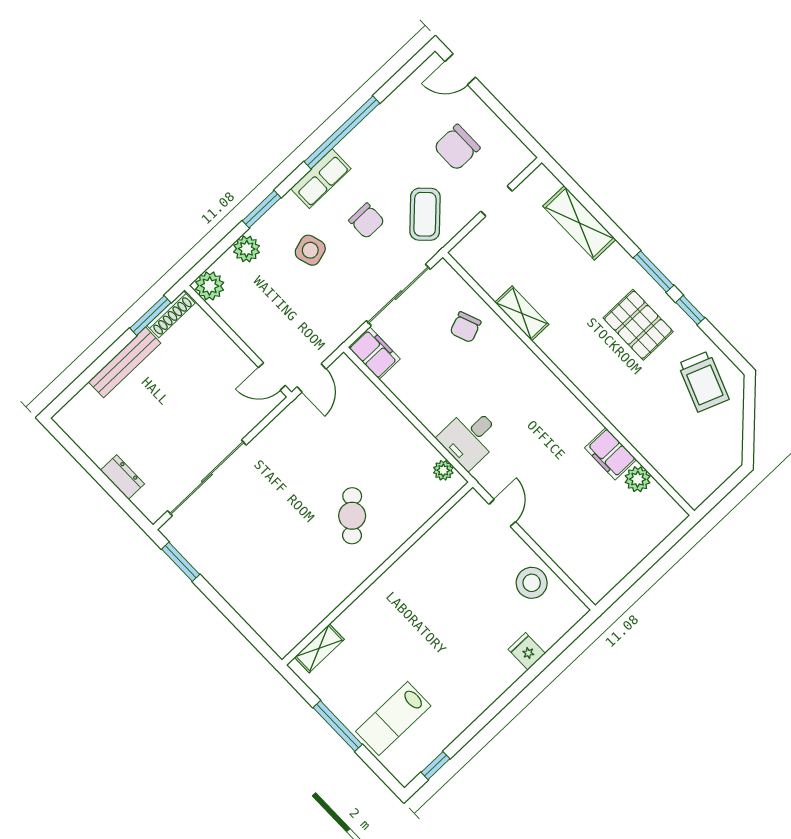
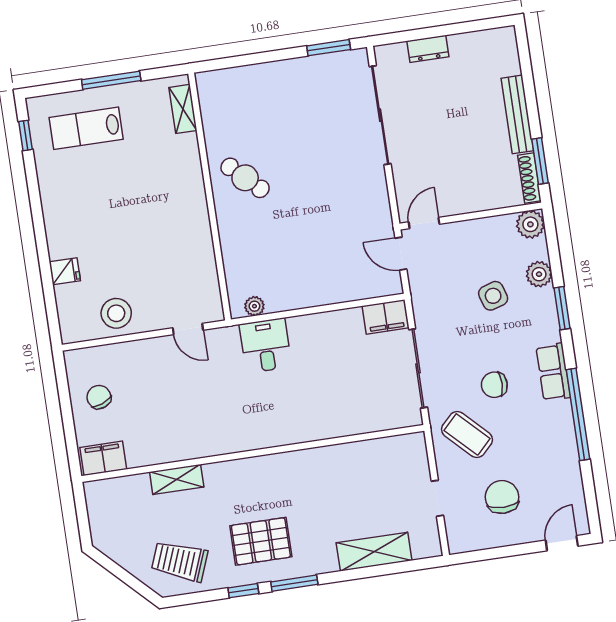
side table: (310, 250) -> (493, 296), moved
shelving: (522, 313) -> (177, 479), moved
chair: (466, 327) -> (99, 397), moved
filing cabinet: (611, 454) -> (103, 458), moved
plant: (638, 479) -> (139, 455), removed
cafe table: (352, 516) -> (245, 178), moved
lab bench: (393, 719) -> (86, 128), turned -90

